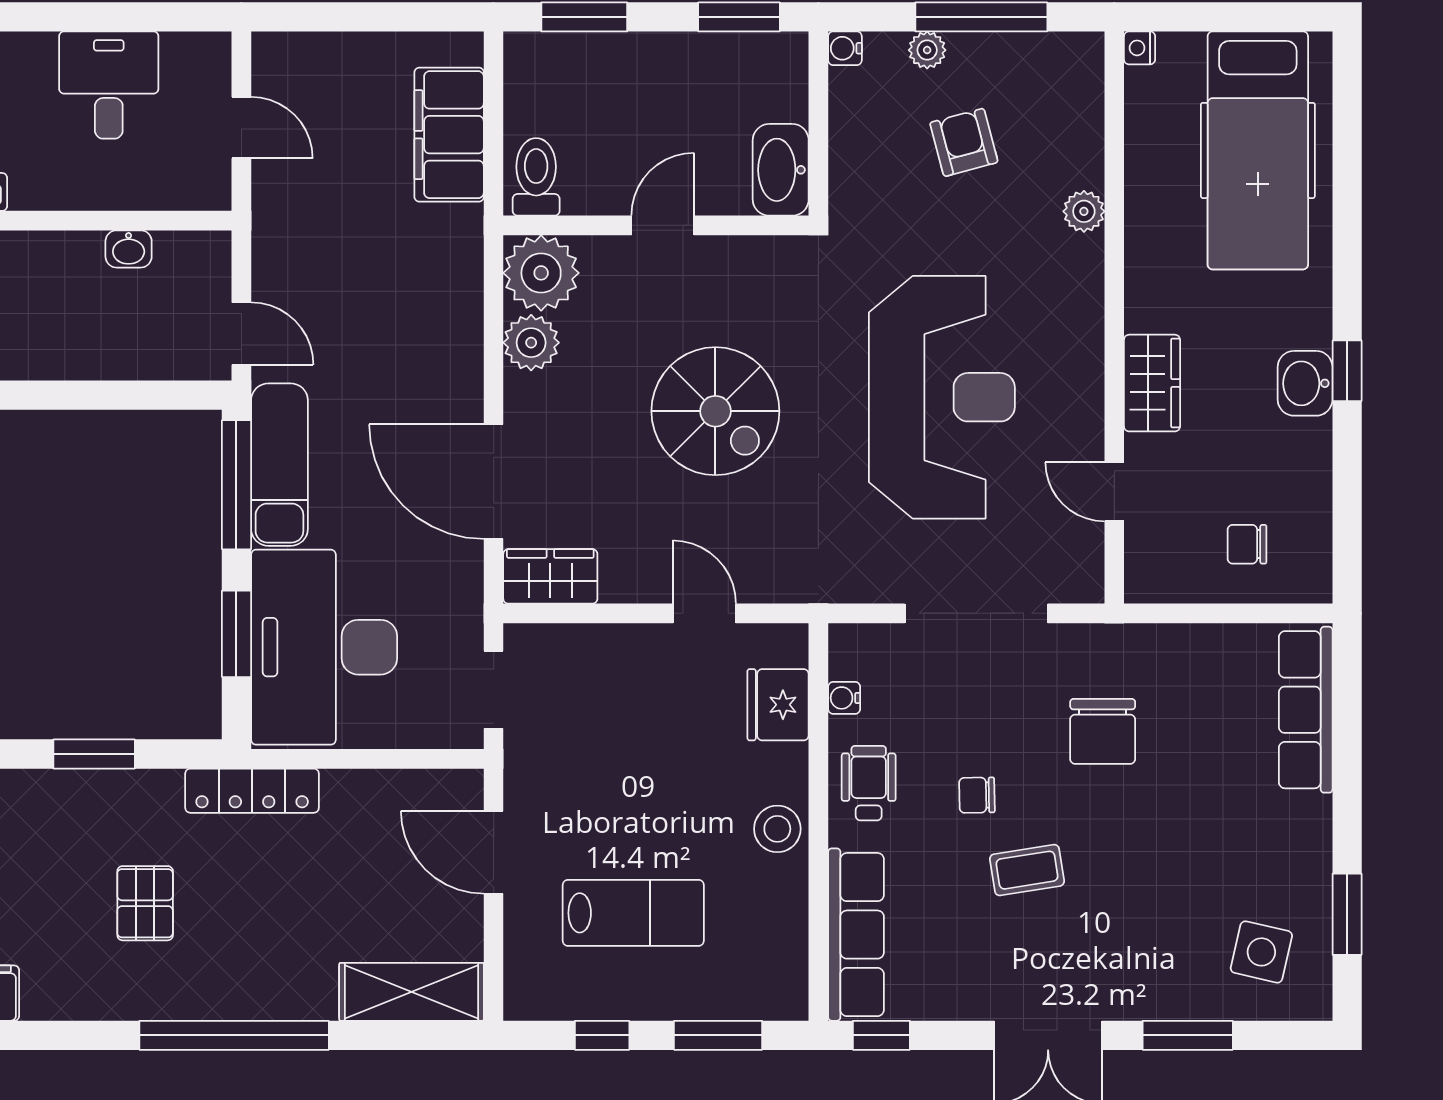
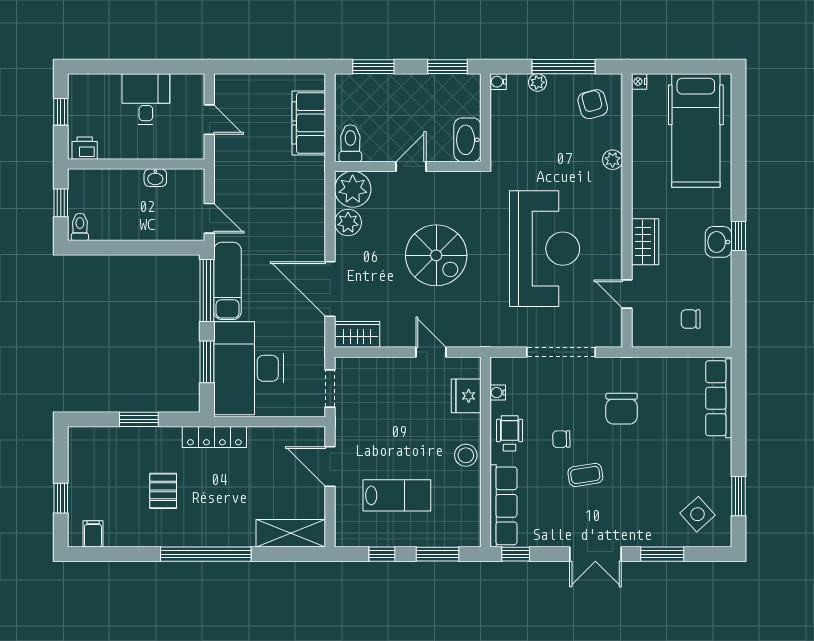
armchair: (964, 142) -> (593, 104), moved
side table: (1261, 952) -> (697, 514), turned 35

